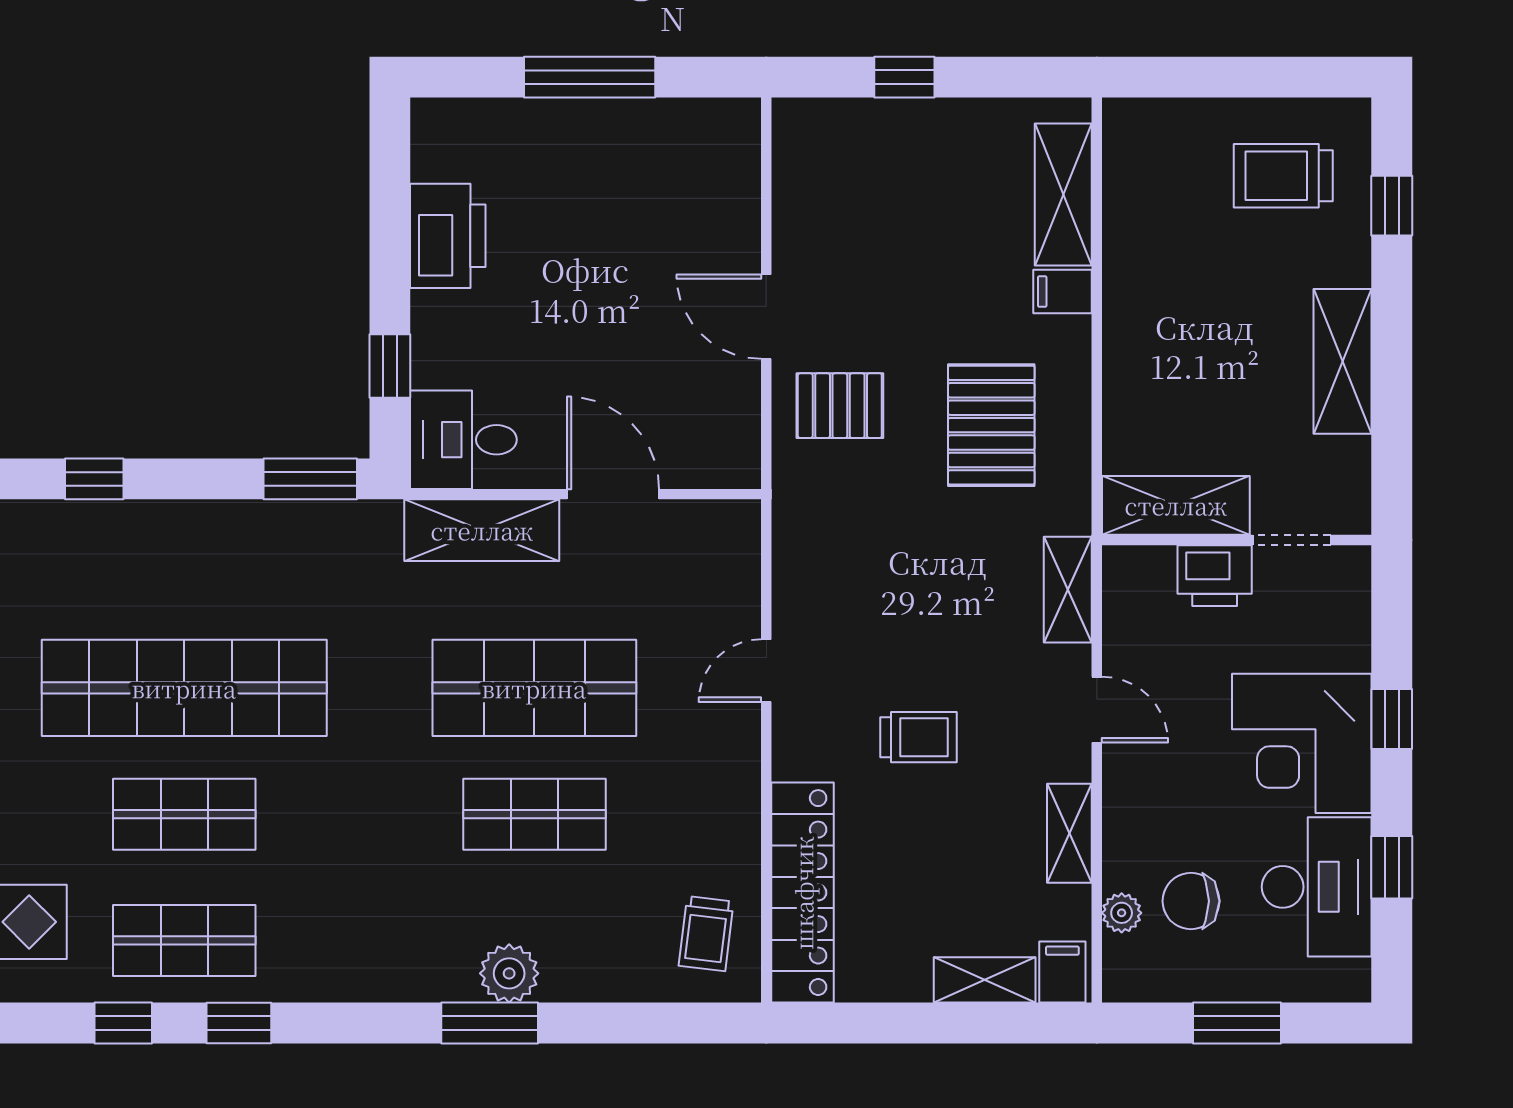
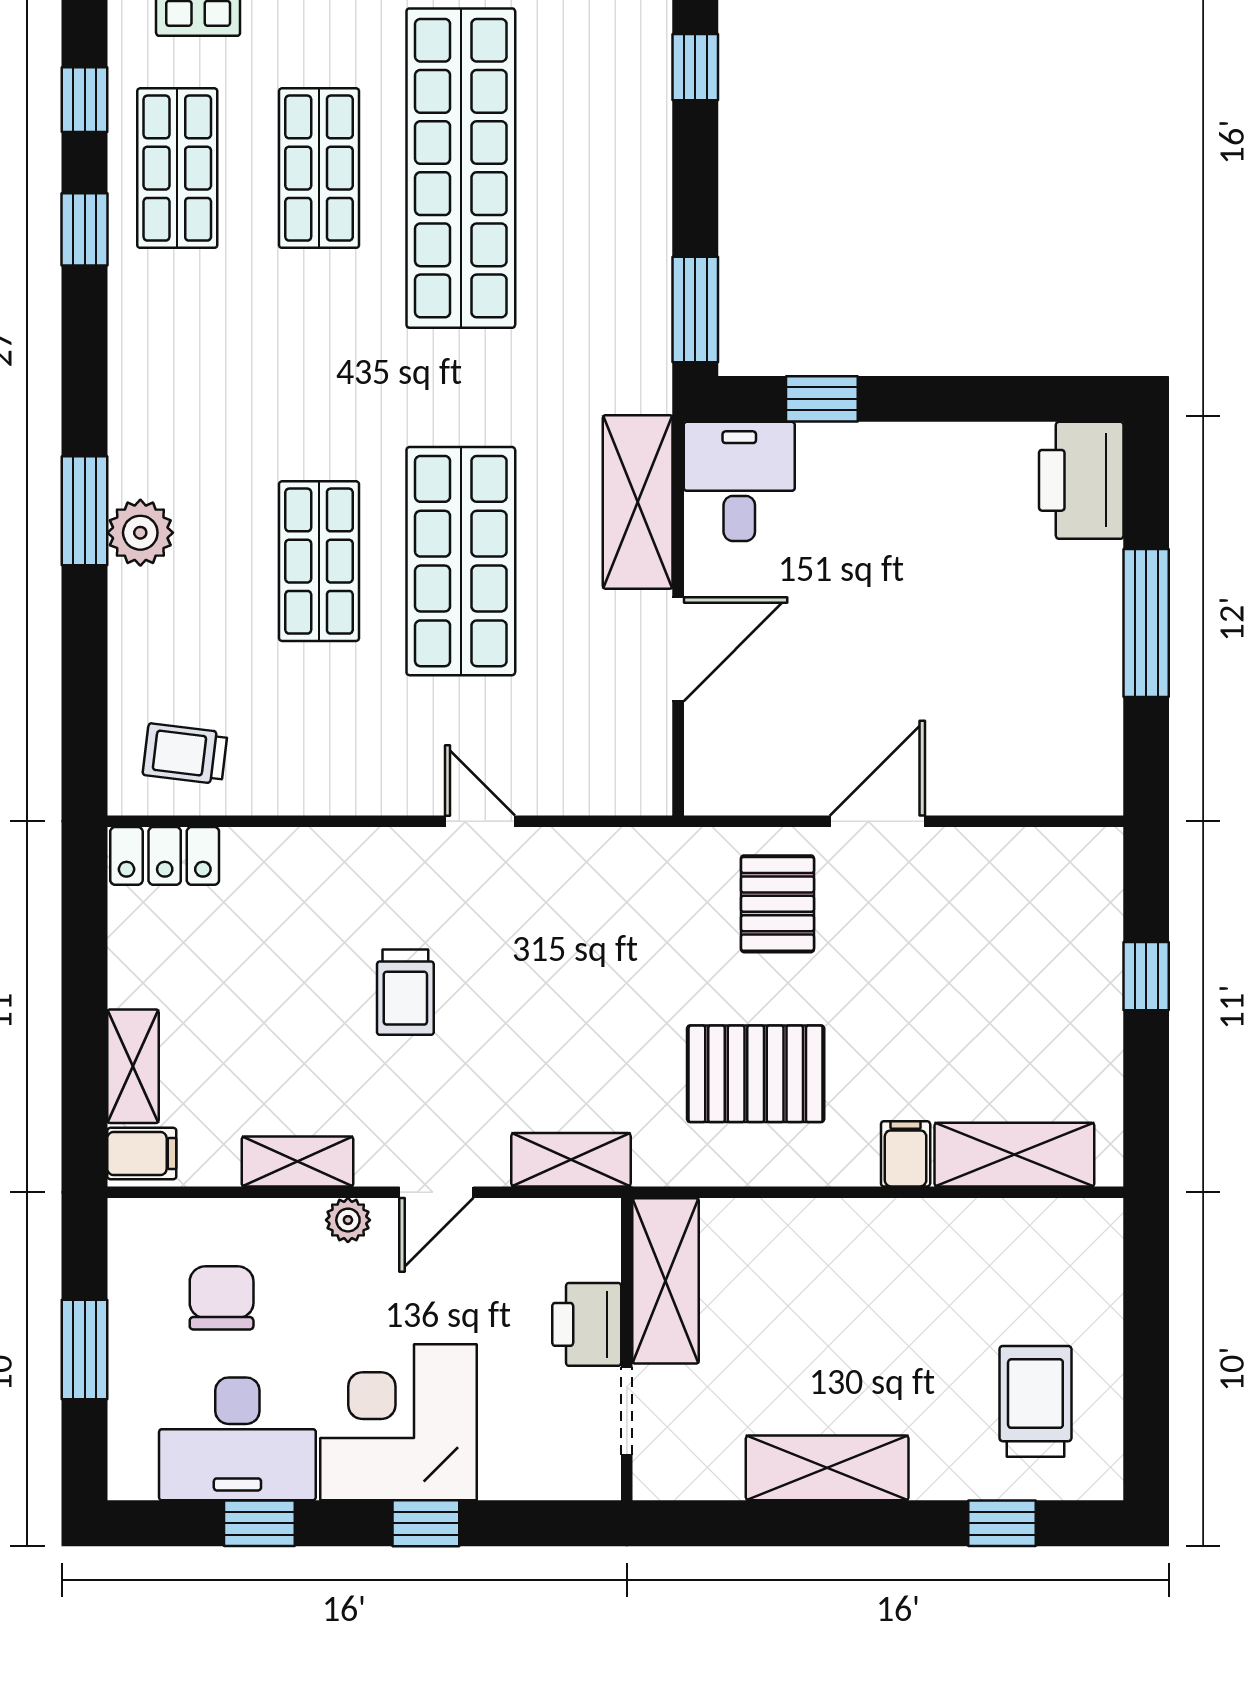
printer: (448, 236) -> (1081, 480), moved, turned 90
locker: (803, 893) -> (165, 856), width x0.46, depth x0.83
plant: (1122, 913) -> (348, 1220), moved

